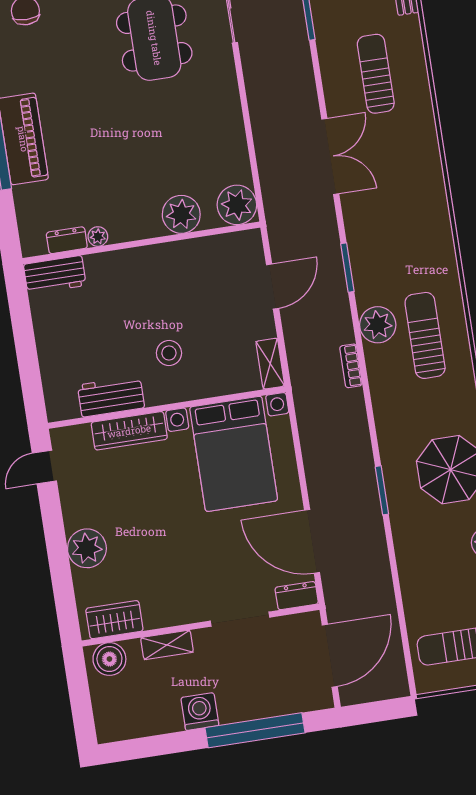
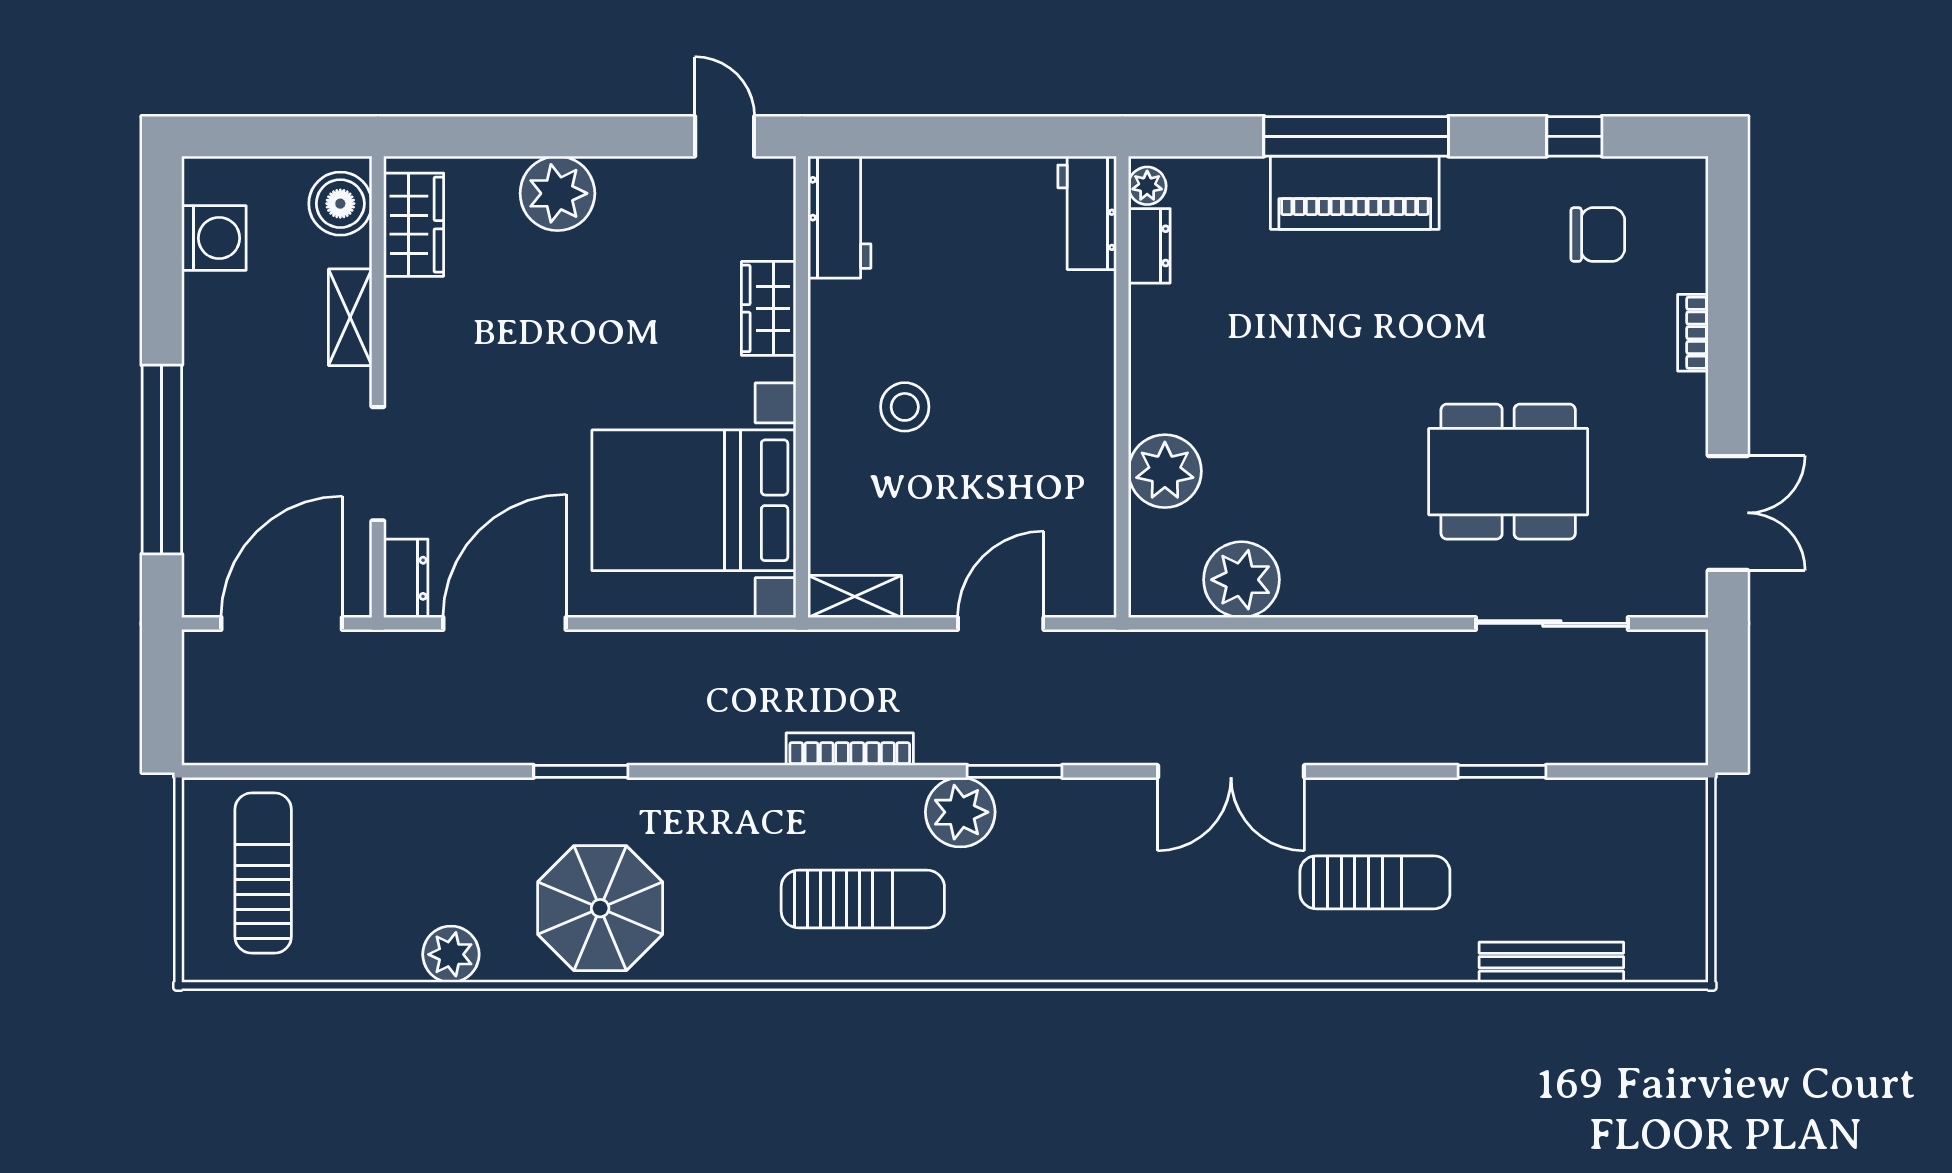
plant: (237, 205) -> (1242, 580), moved
plant: (98, 237) -> (1147, 186), moved
door: (273, 287) -> (1001, 623), swing flipped
plant: (378, 325) -> (960, 812), moved
bookcase: (351, 366) -> (850, 749), width x1.56
workbench: (111, 396) -> (839, 217), moved
wardrobe: (129, 431) -> (769, 308), width x0.67
door: (330, 656) -> (282, 623), swing flipped
washing machine: (200, 712) -> (214, 238), moved

